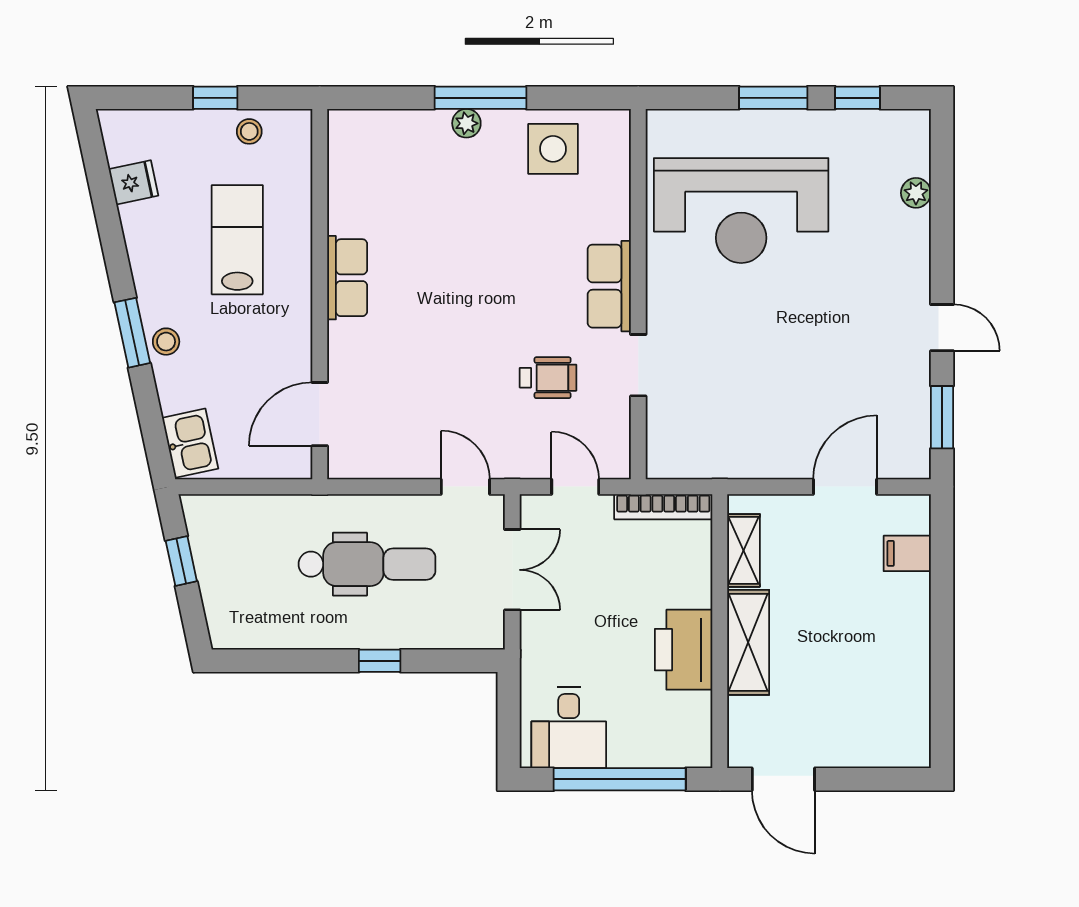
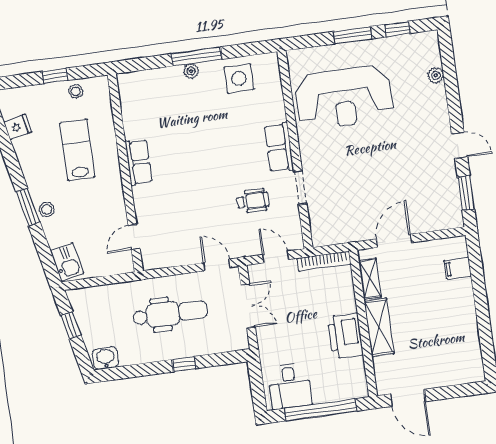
door: (320, 414) -> (134, 237), width x0.73
door: (845, 487) -> (394, 241), moved
washbasin: (237, 630) -> (105, 358), added

